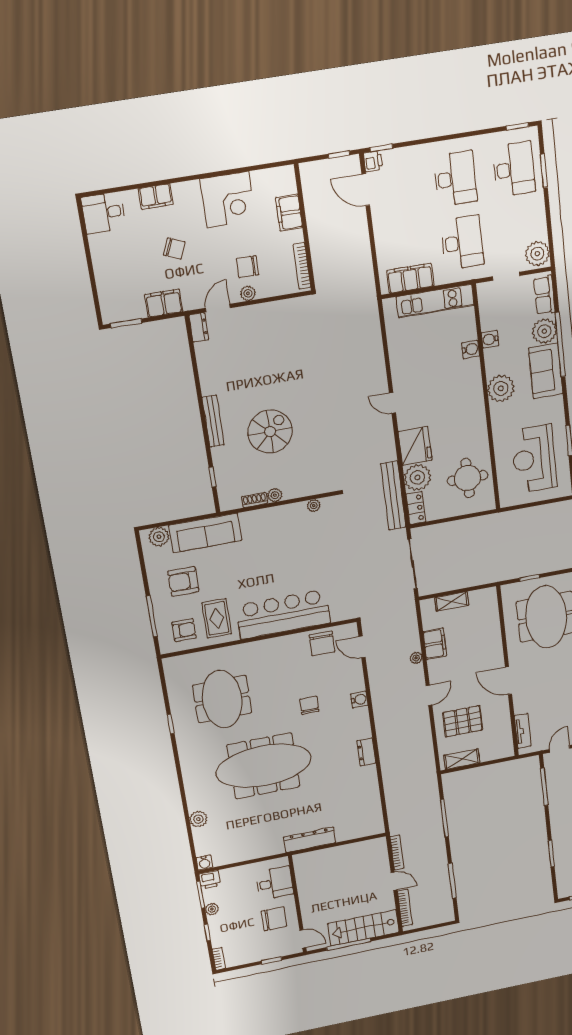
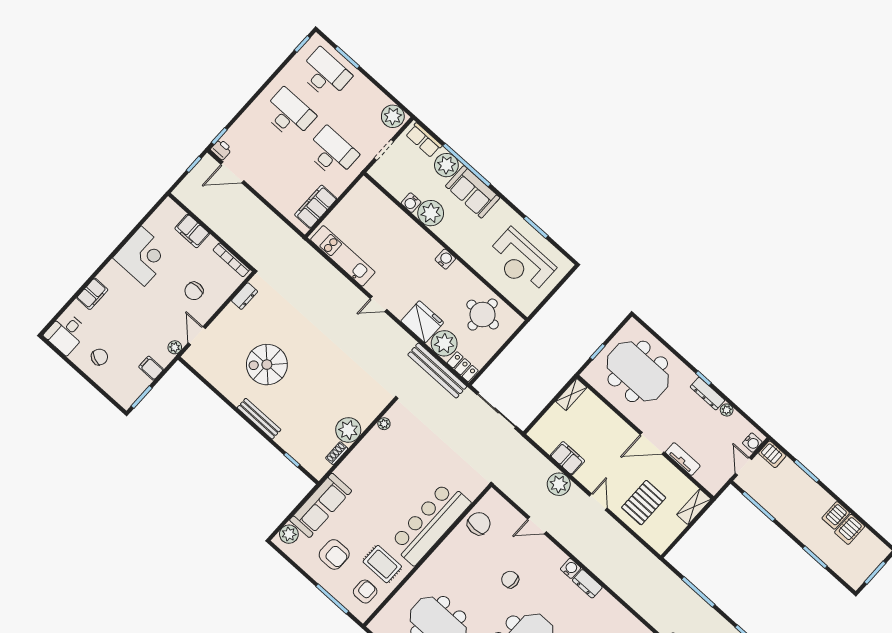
chair: (174, 249) -> (99, 357), moved
plant: (248, 293) -> (175, 347), moved
kitchen unit: (435, 301) -> (343, 256), moved, turned -90
filing cabinet: (164, 303) -> (151, 368), width x0.50
dresser: (199, 327) -> (245, 296), moved, turned 90
water cooler: (471, 349) -> (445, 259), moved
plant: (501, 388) -> (431, 213), moved
spiral stairs: (270, 432) -> (267, 365), moved, turned -90
plant: (275, 495) -> (348, 430), width x1.88, depth x1.88
armchair: (183, 581) -> (334, 554), turned -90
shelving: (452, 601) -> (571, 394), moved
chair: (322, 643) -> (479, 524), turned -91
door: (362, 647) -> (537, 525), moved
plant: (416, 658) -> (559, 484), width x1.87, depth x1.87
water cooler: (359, 700) -> (571, 568), moved
tv unit: (523, 731) -> (683, 459), moved
shelving: (462, 759) -> (694, 507), moved

